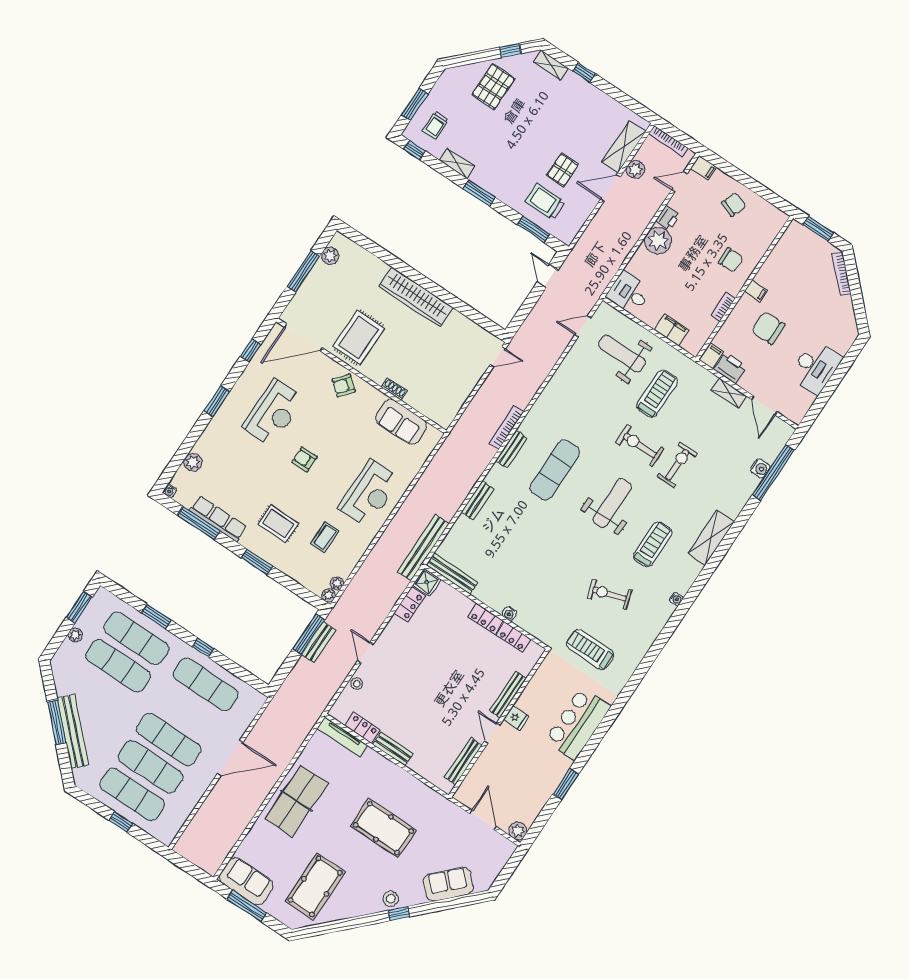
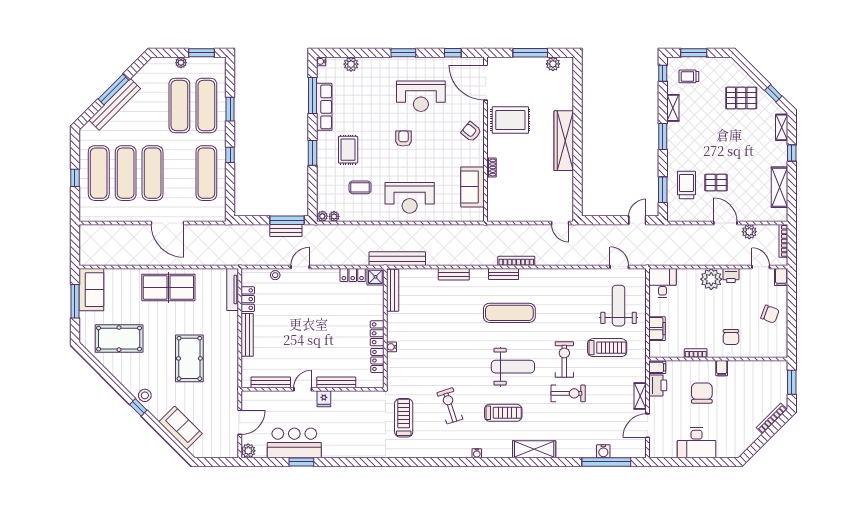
shelving: (624, 147) -> (779, 187), moved, turned 90
bar counter: (578, 724) -> (294, 443), moved
bench: (393, 749) -> (247, 335), width x1.36

